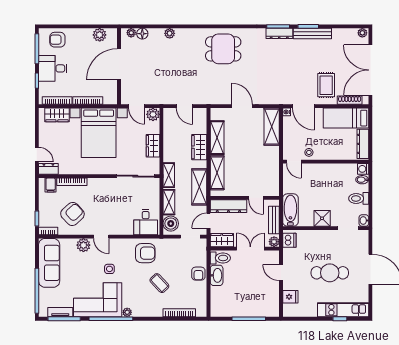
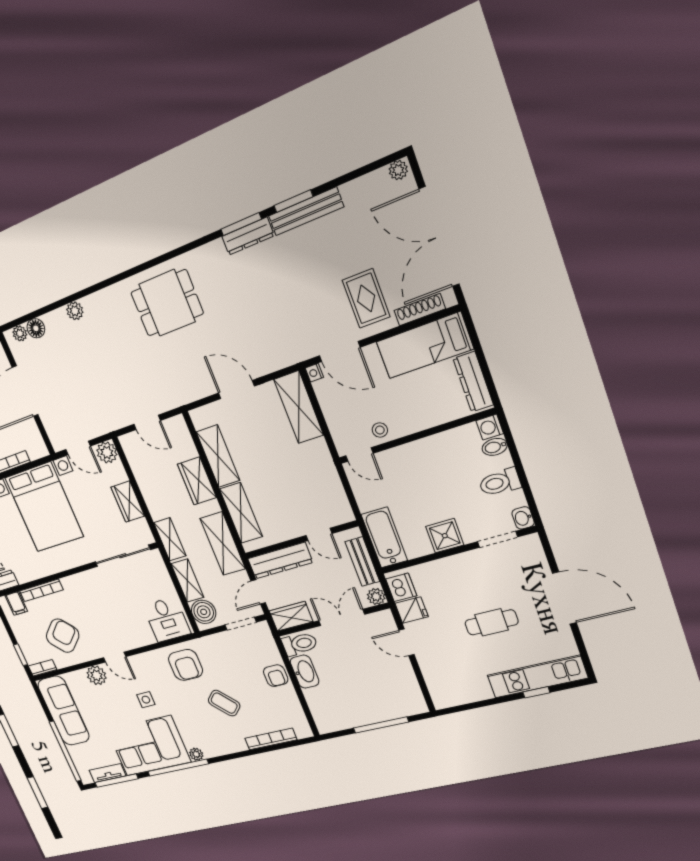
armchair: (145, 253) -> (185, 665), turned 90
cafe table: (330, 273) -> (491, 622), width x0.73, depth x0.74
fridge: (290, 297) -> (412, 610), moved

